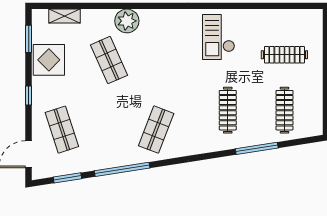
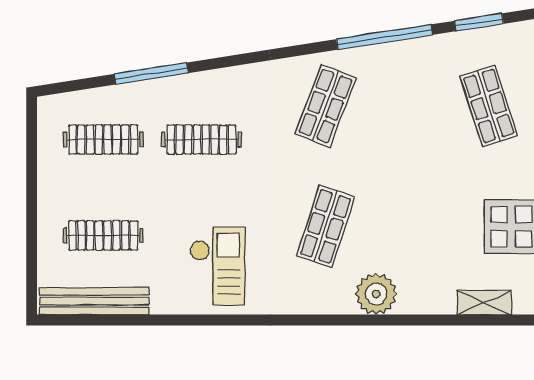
bench: (290, 17) -> (94, 301), added
shop shelf: (109, 60) -> (326, 226), moved, turned 42
clothes rail: (228, 110) -> (201, 140), turned 90
clothes rail: (284, 110) -> (103, 140), turned 90

